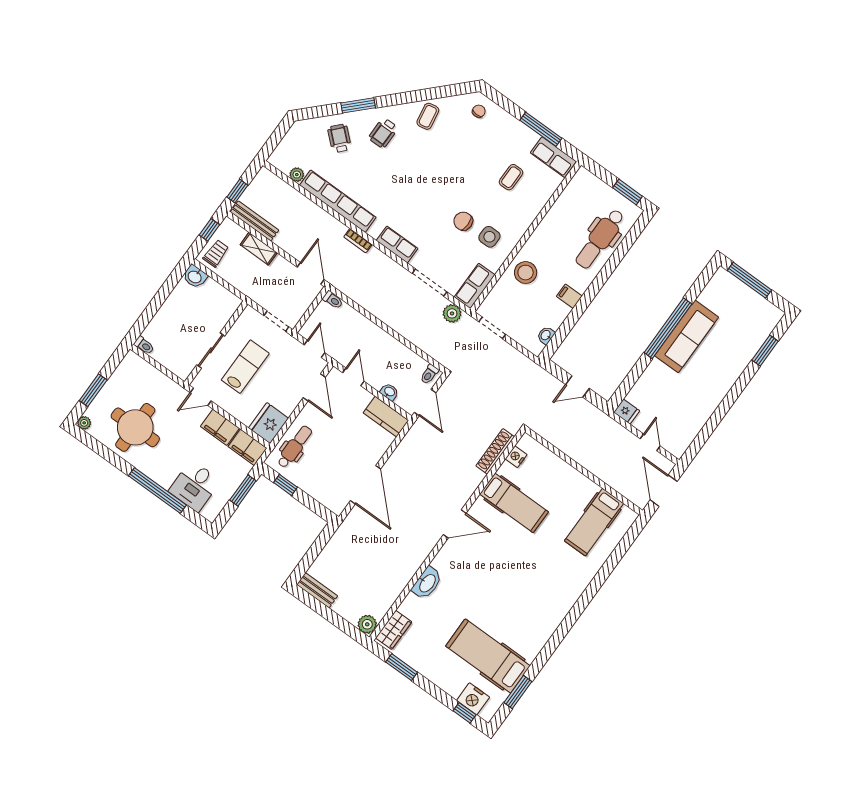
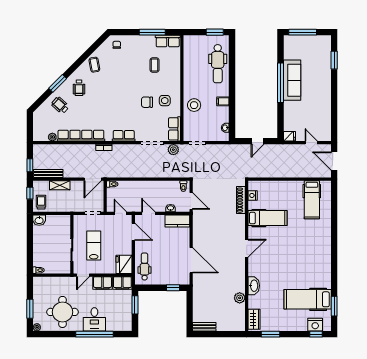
door: (311, 273) -> (93, 179), swing flipped
window: (285, 485) -> (173, 288), moved
desk: (195, 486) -> (94, 319), moved
plant: (367, 624) -> (240, 298), moved

